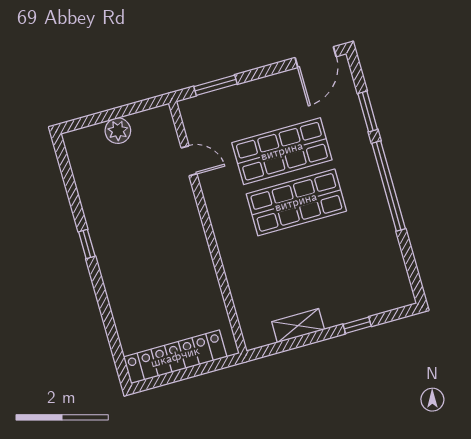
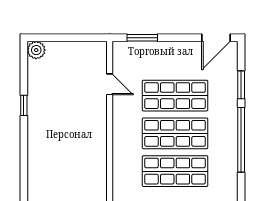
plant: (118, 131) -> (36, 50), moved
window: (87, 244) -> (24, 105), moved
shop shelf: (311, 254) -> (175, 171), added

